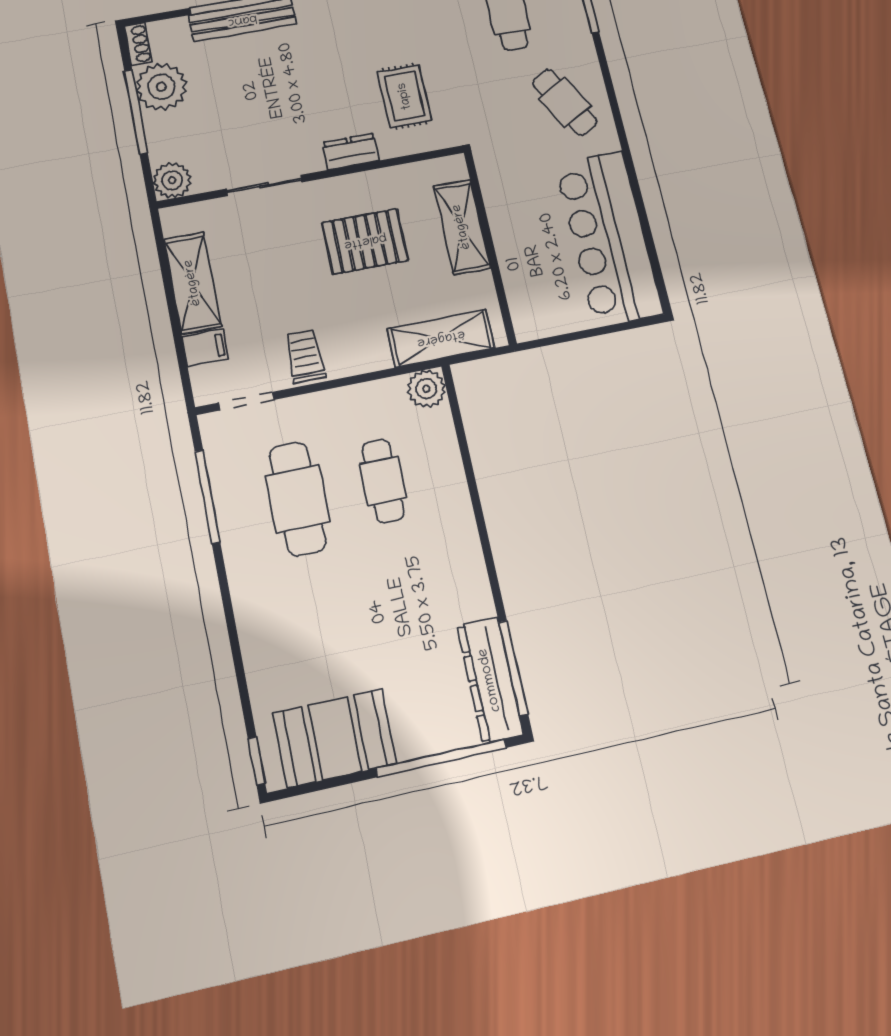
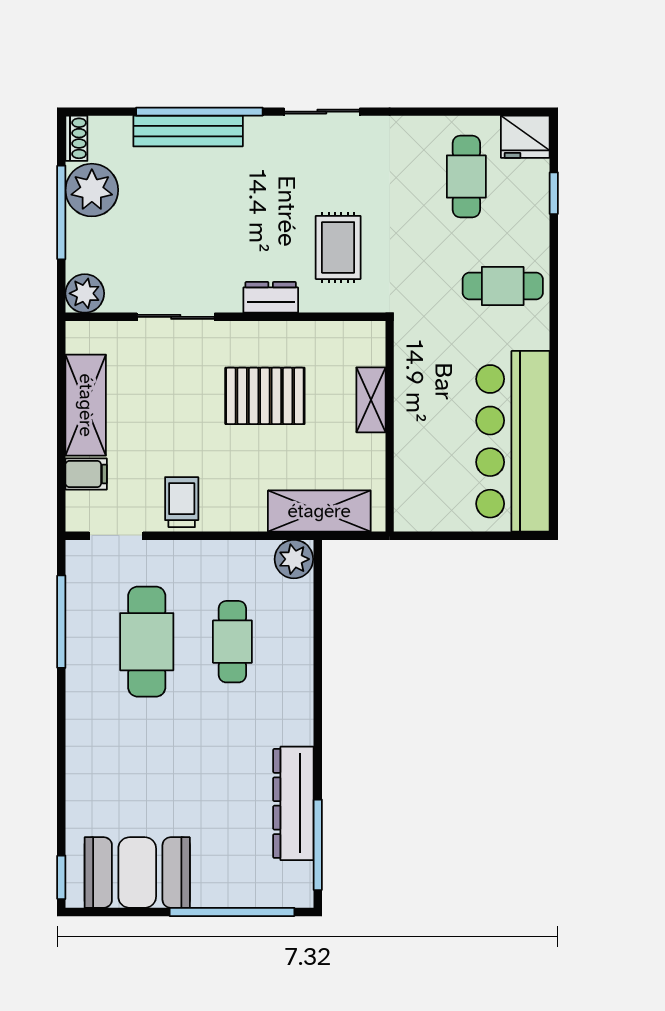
cafe table: (565, 102) -> (503, 286), turned -62
shelving: (462, 227) -> (371, 400), width x0.67, depth x0.75
dresser: (490, 680) -> (293, 803), moved

